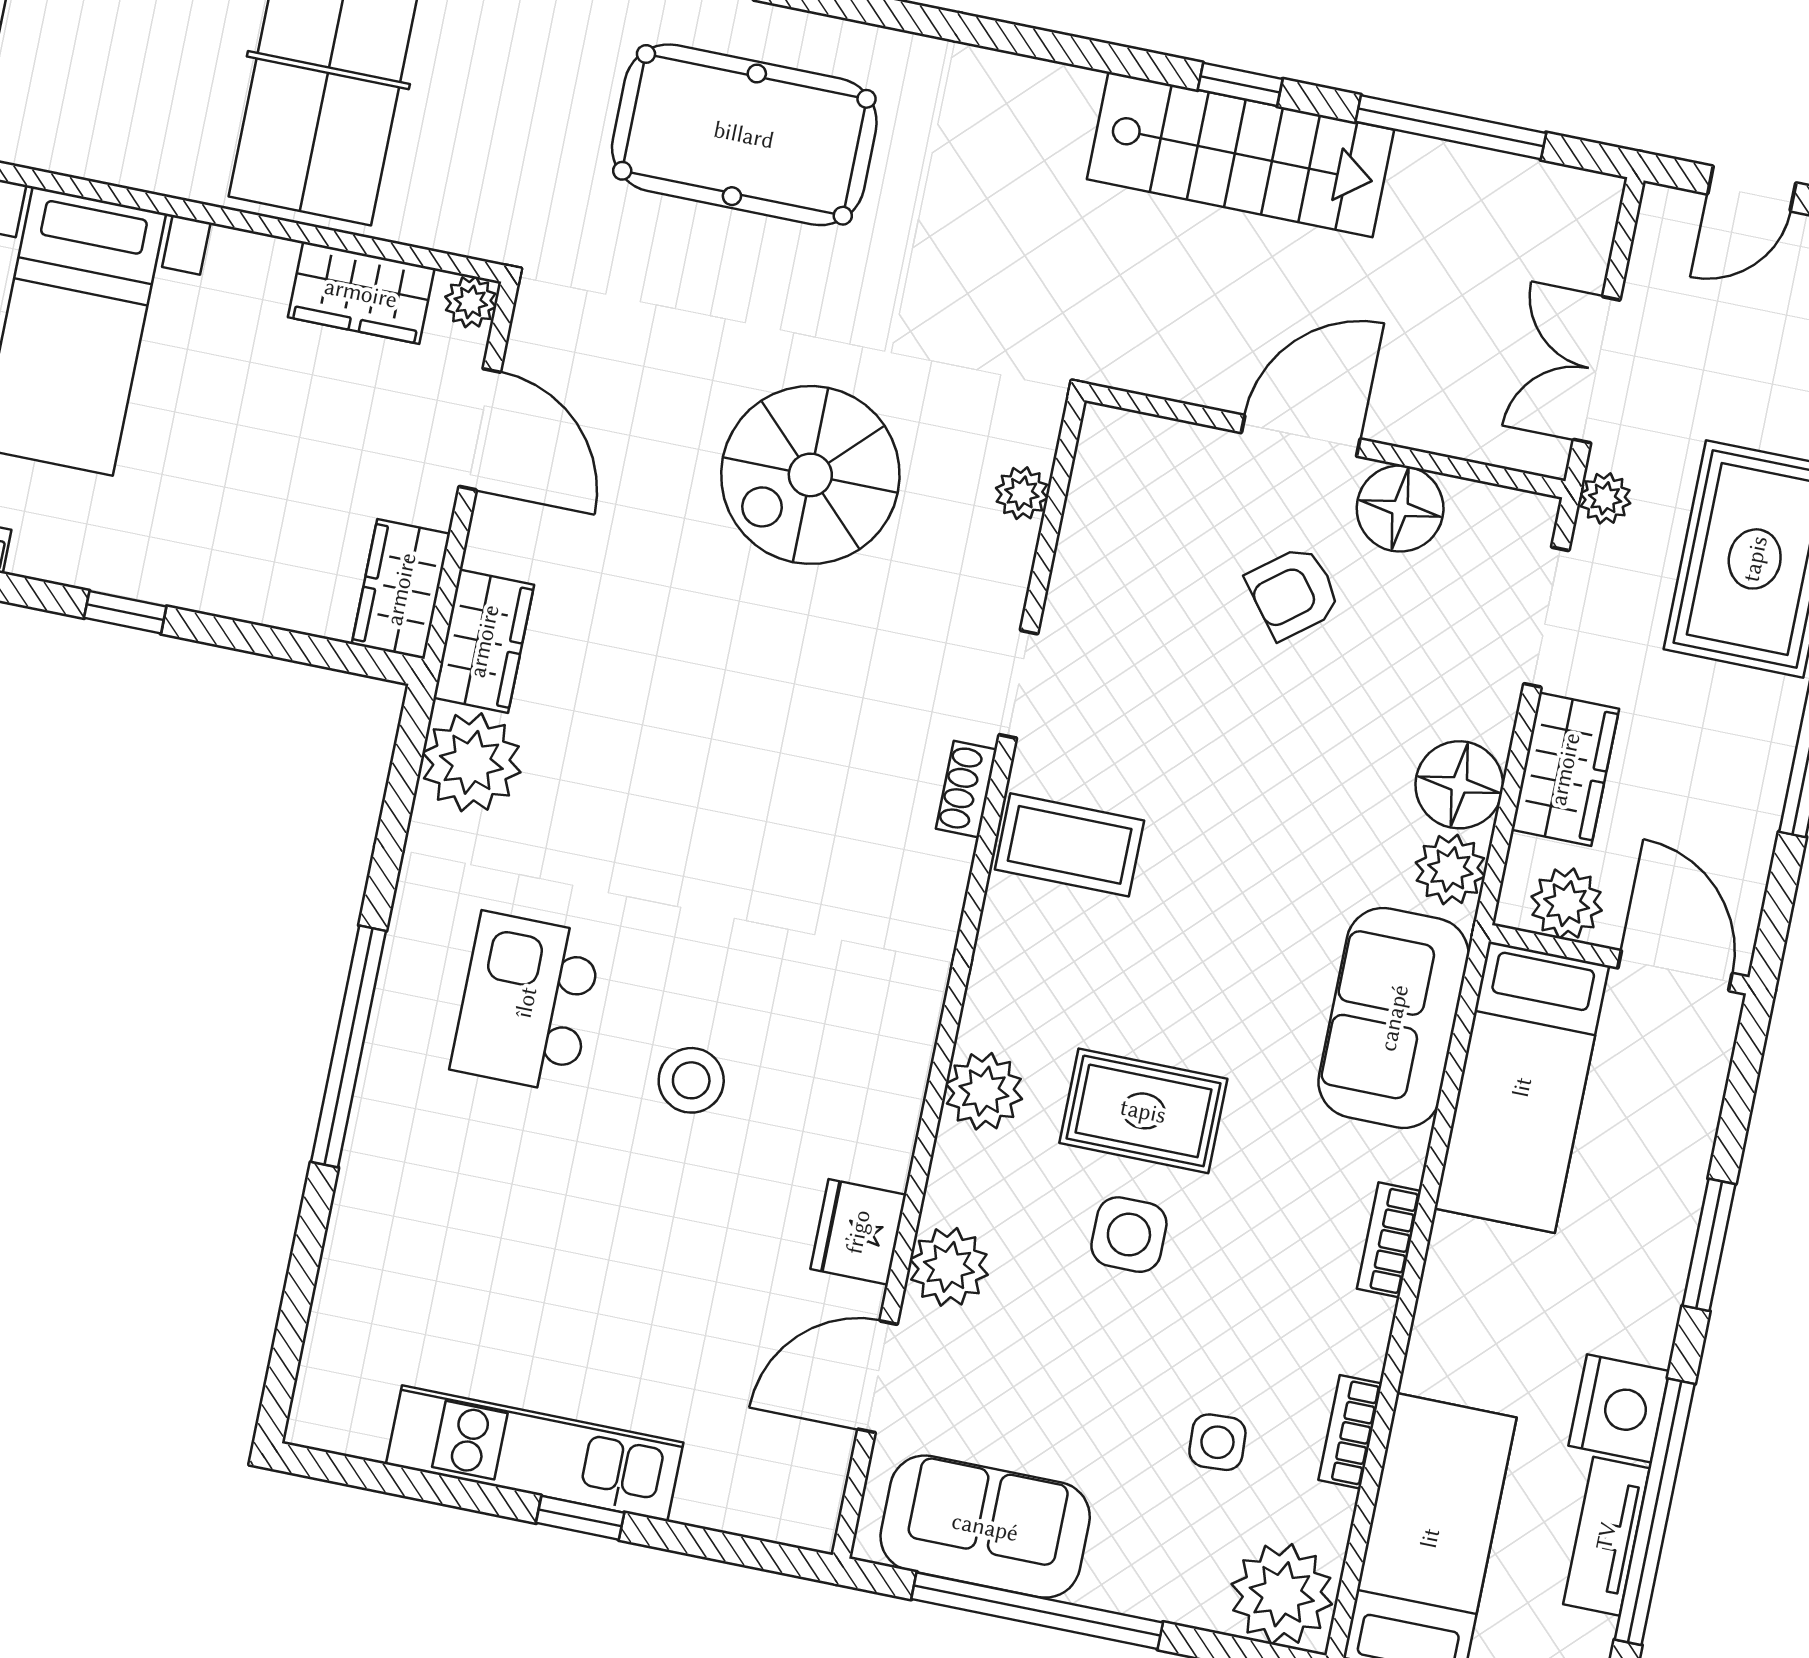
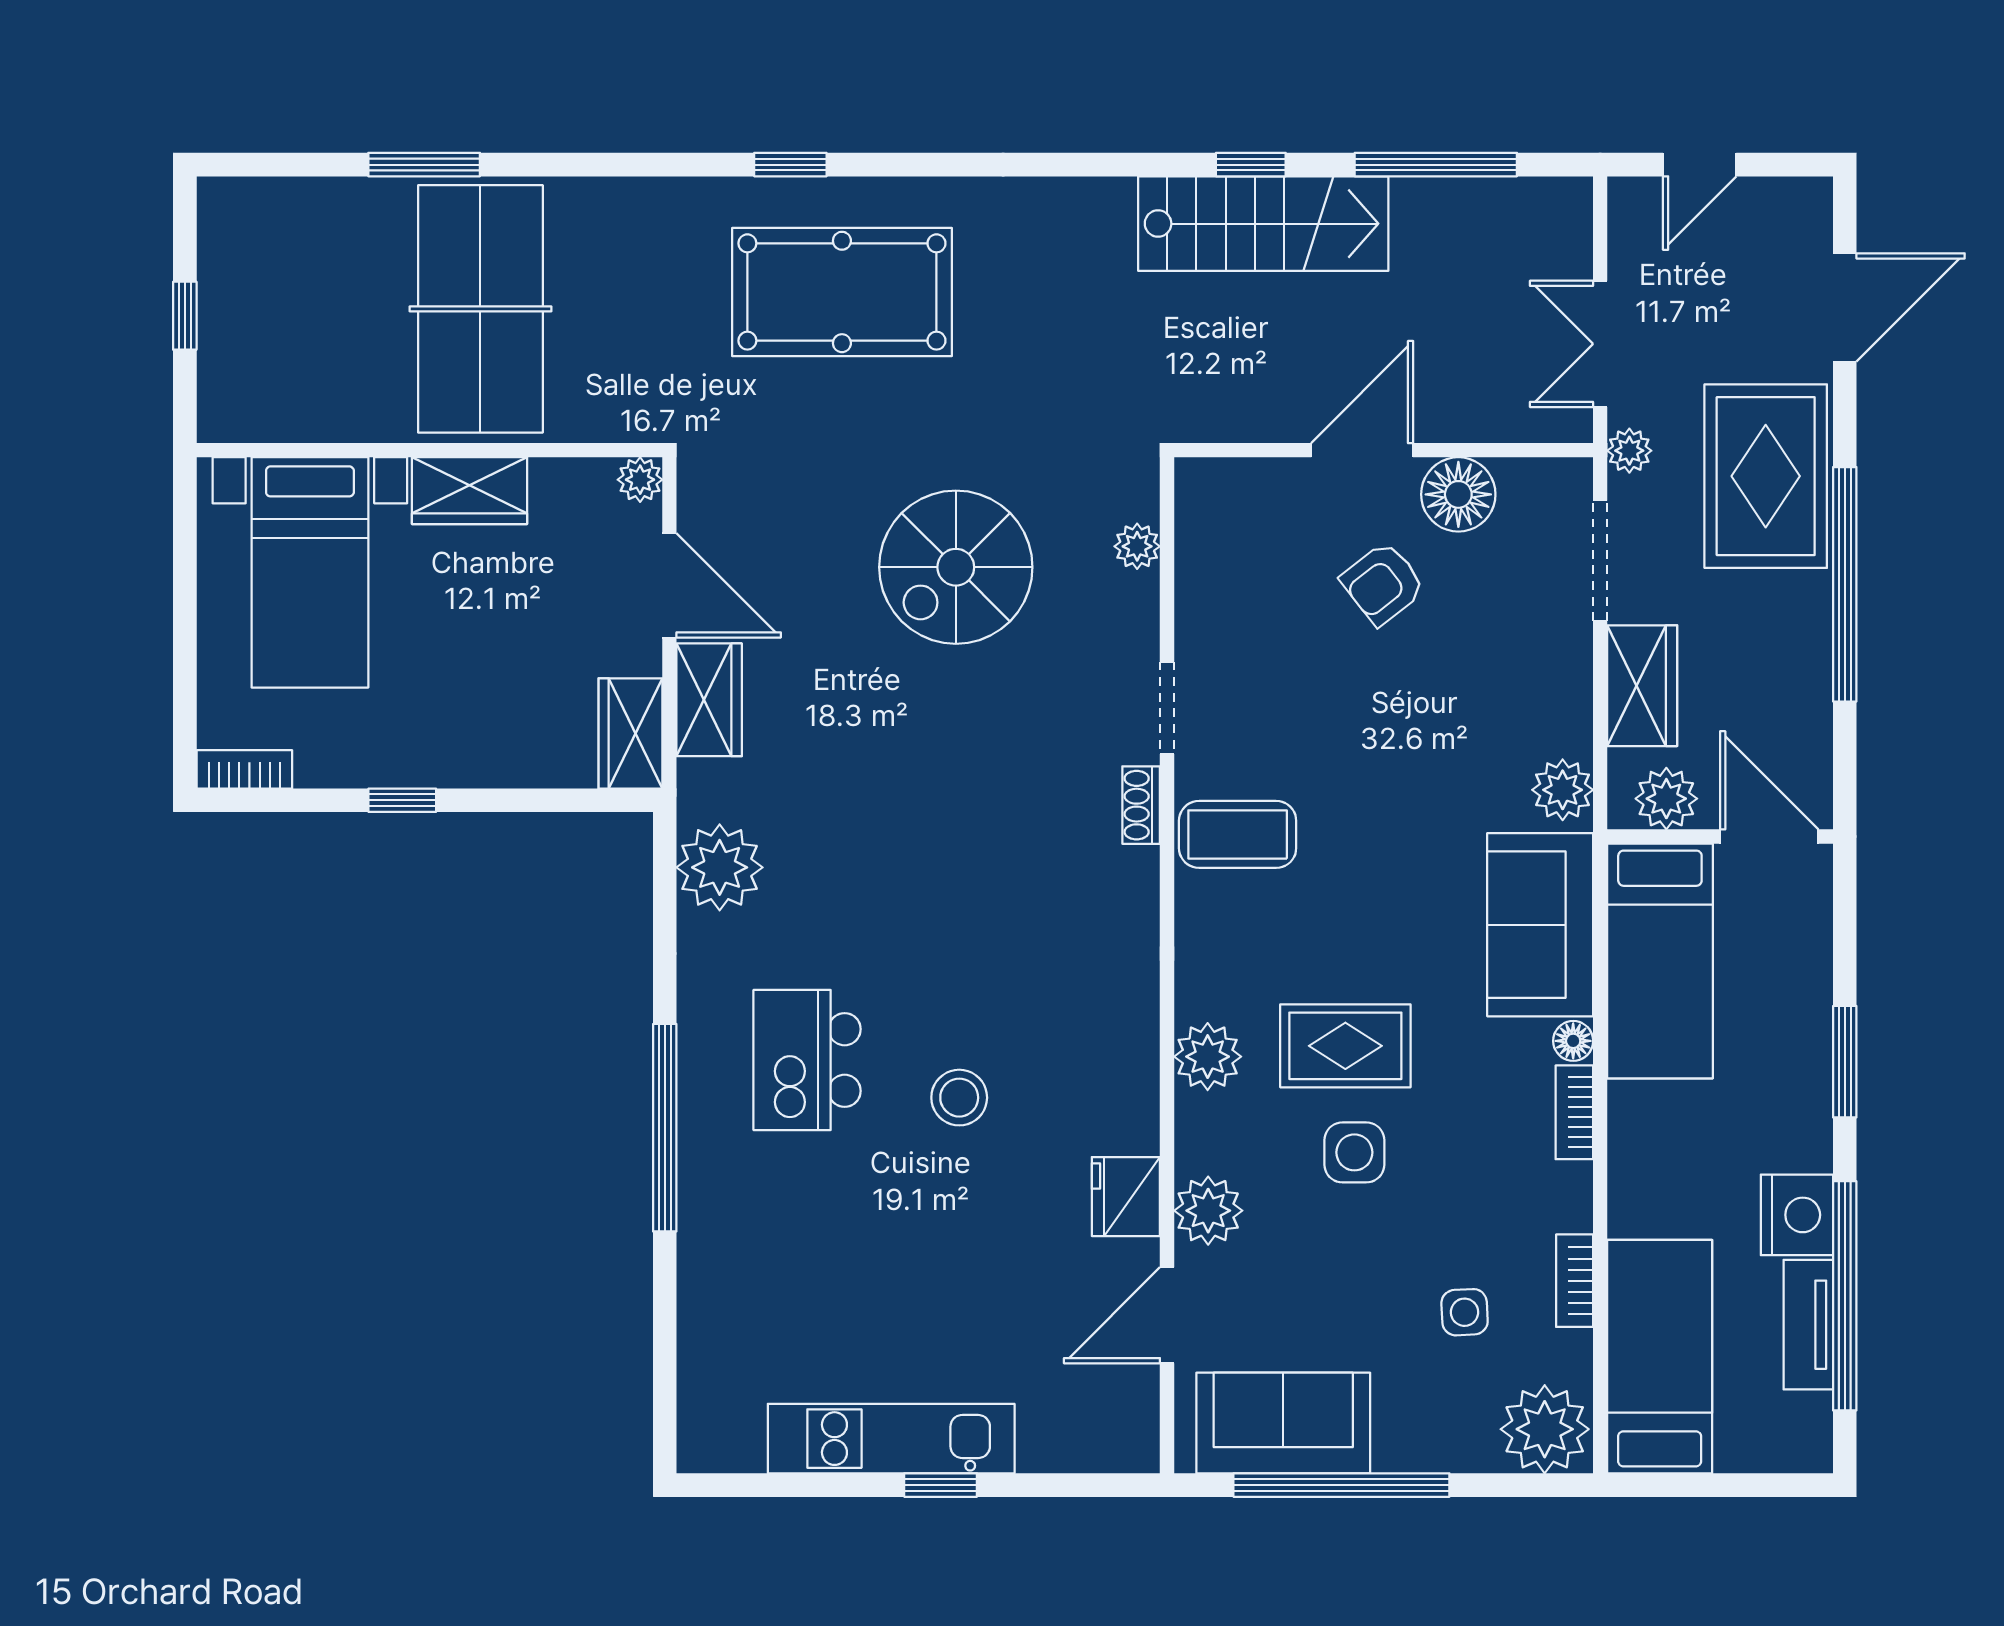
wardrobe: (361, 293) -> (469, 491), moved
wardrobe: (484, 641) -> (709, 700), moved
floor lamp: (1459, 785) -> (1573, 1041), moved, width x0.53, depth x0.53

